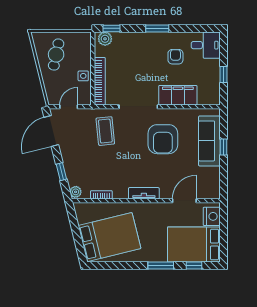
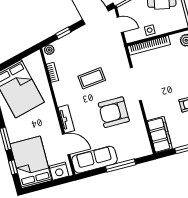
filing cabinet: (178, 95) -> (160, 135), moved
coffee table: (105, 131) -> (92, 78), moved
sofa: (209, 141) -> (95, 160), moved
window: (223, 147) -> (121, 166), width x2.17
tv unit: (144, 193) -> (66, 119), moved

